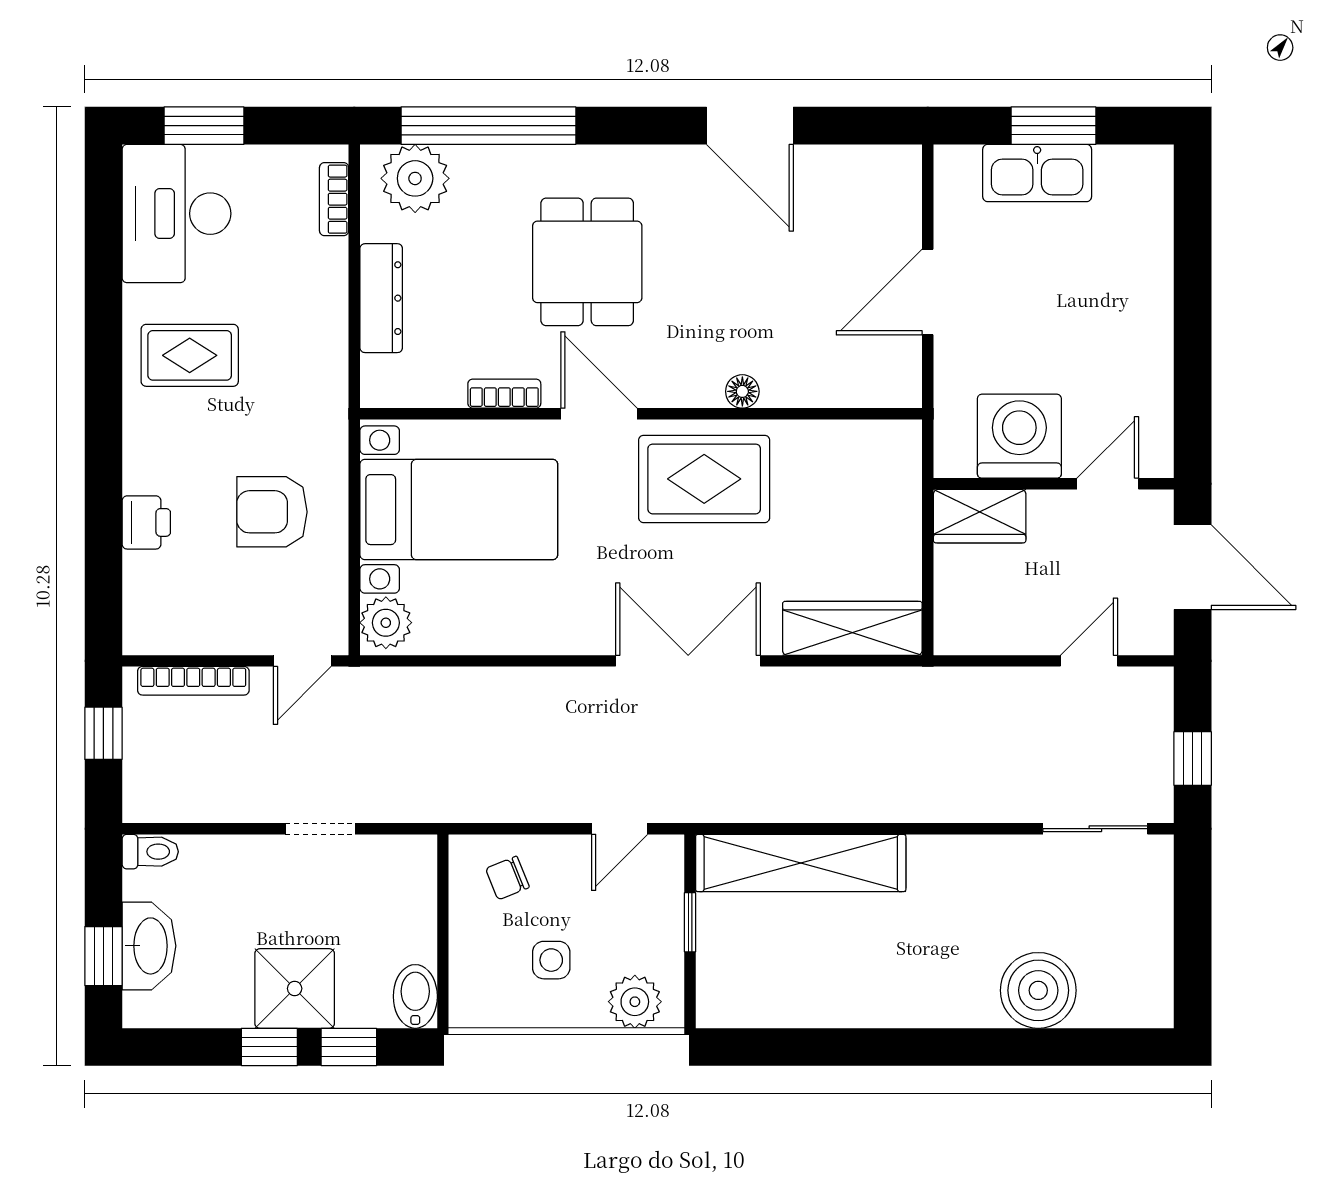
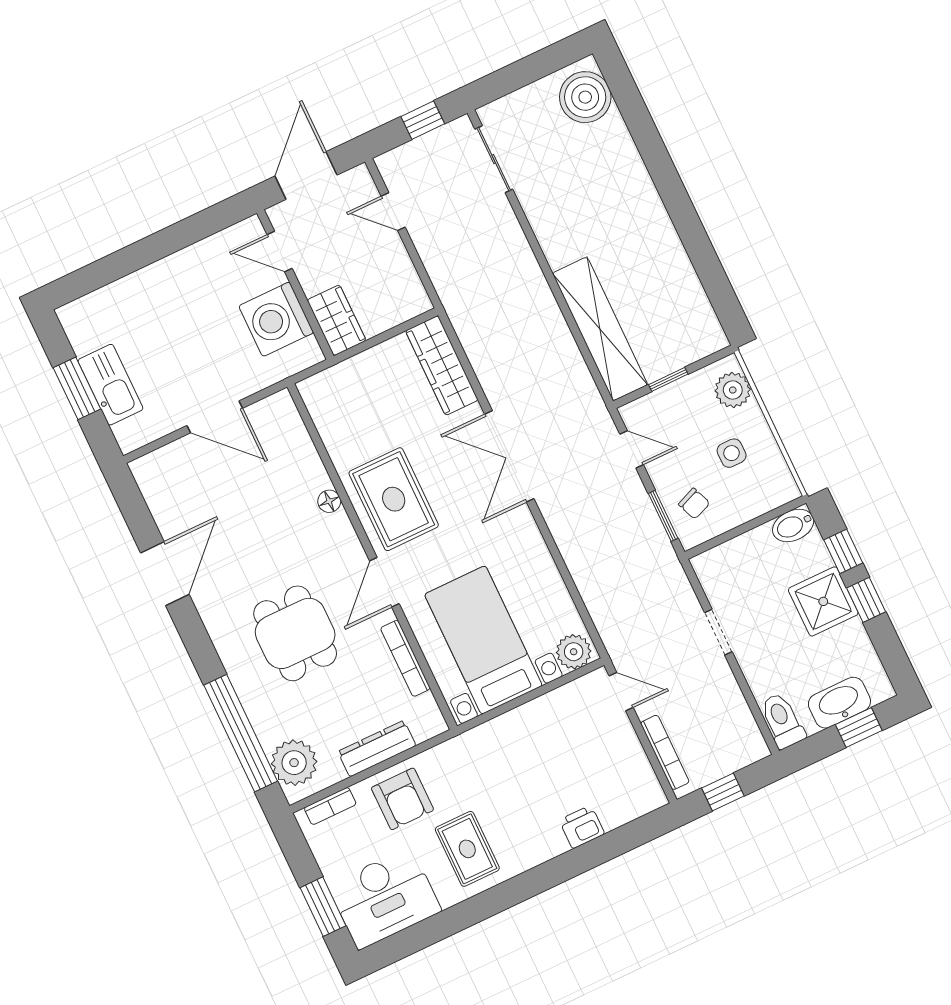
dining table: (587, 262) -> (295, 633), turned 90
bookcase: (504, 394) -> (405, 658), width x1.56
armchair: (272, 512) -> (402, 799), moved
window: (511, 829) -> (663, 516), added
toilet: (150, 852) -> (782, 721), width x1.37, depth x1.39
boiler: (1038, 990) -> (585, 97), moved

